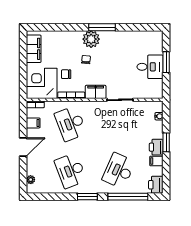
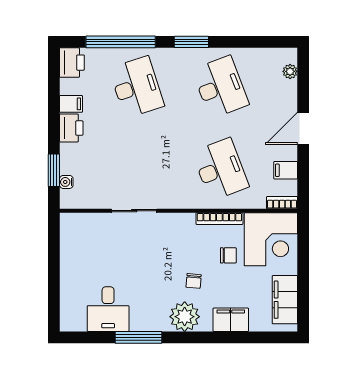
window: (102, 27) -> (138, 337), moved
window: (166, 62) -> (54, 276), removed
desk: (150, 67) -> (108, 309), moved, turned -90
filing cabinet: (96, 92) -> (231, 320), moved, turned 180
window: (166, 142) -> (54, 170), moved
desk: (119, 171) -> (137, 87), turned -42

